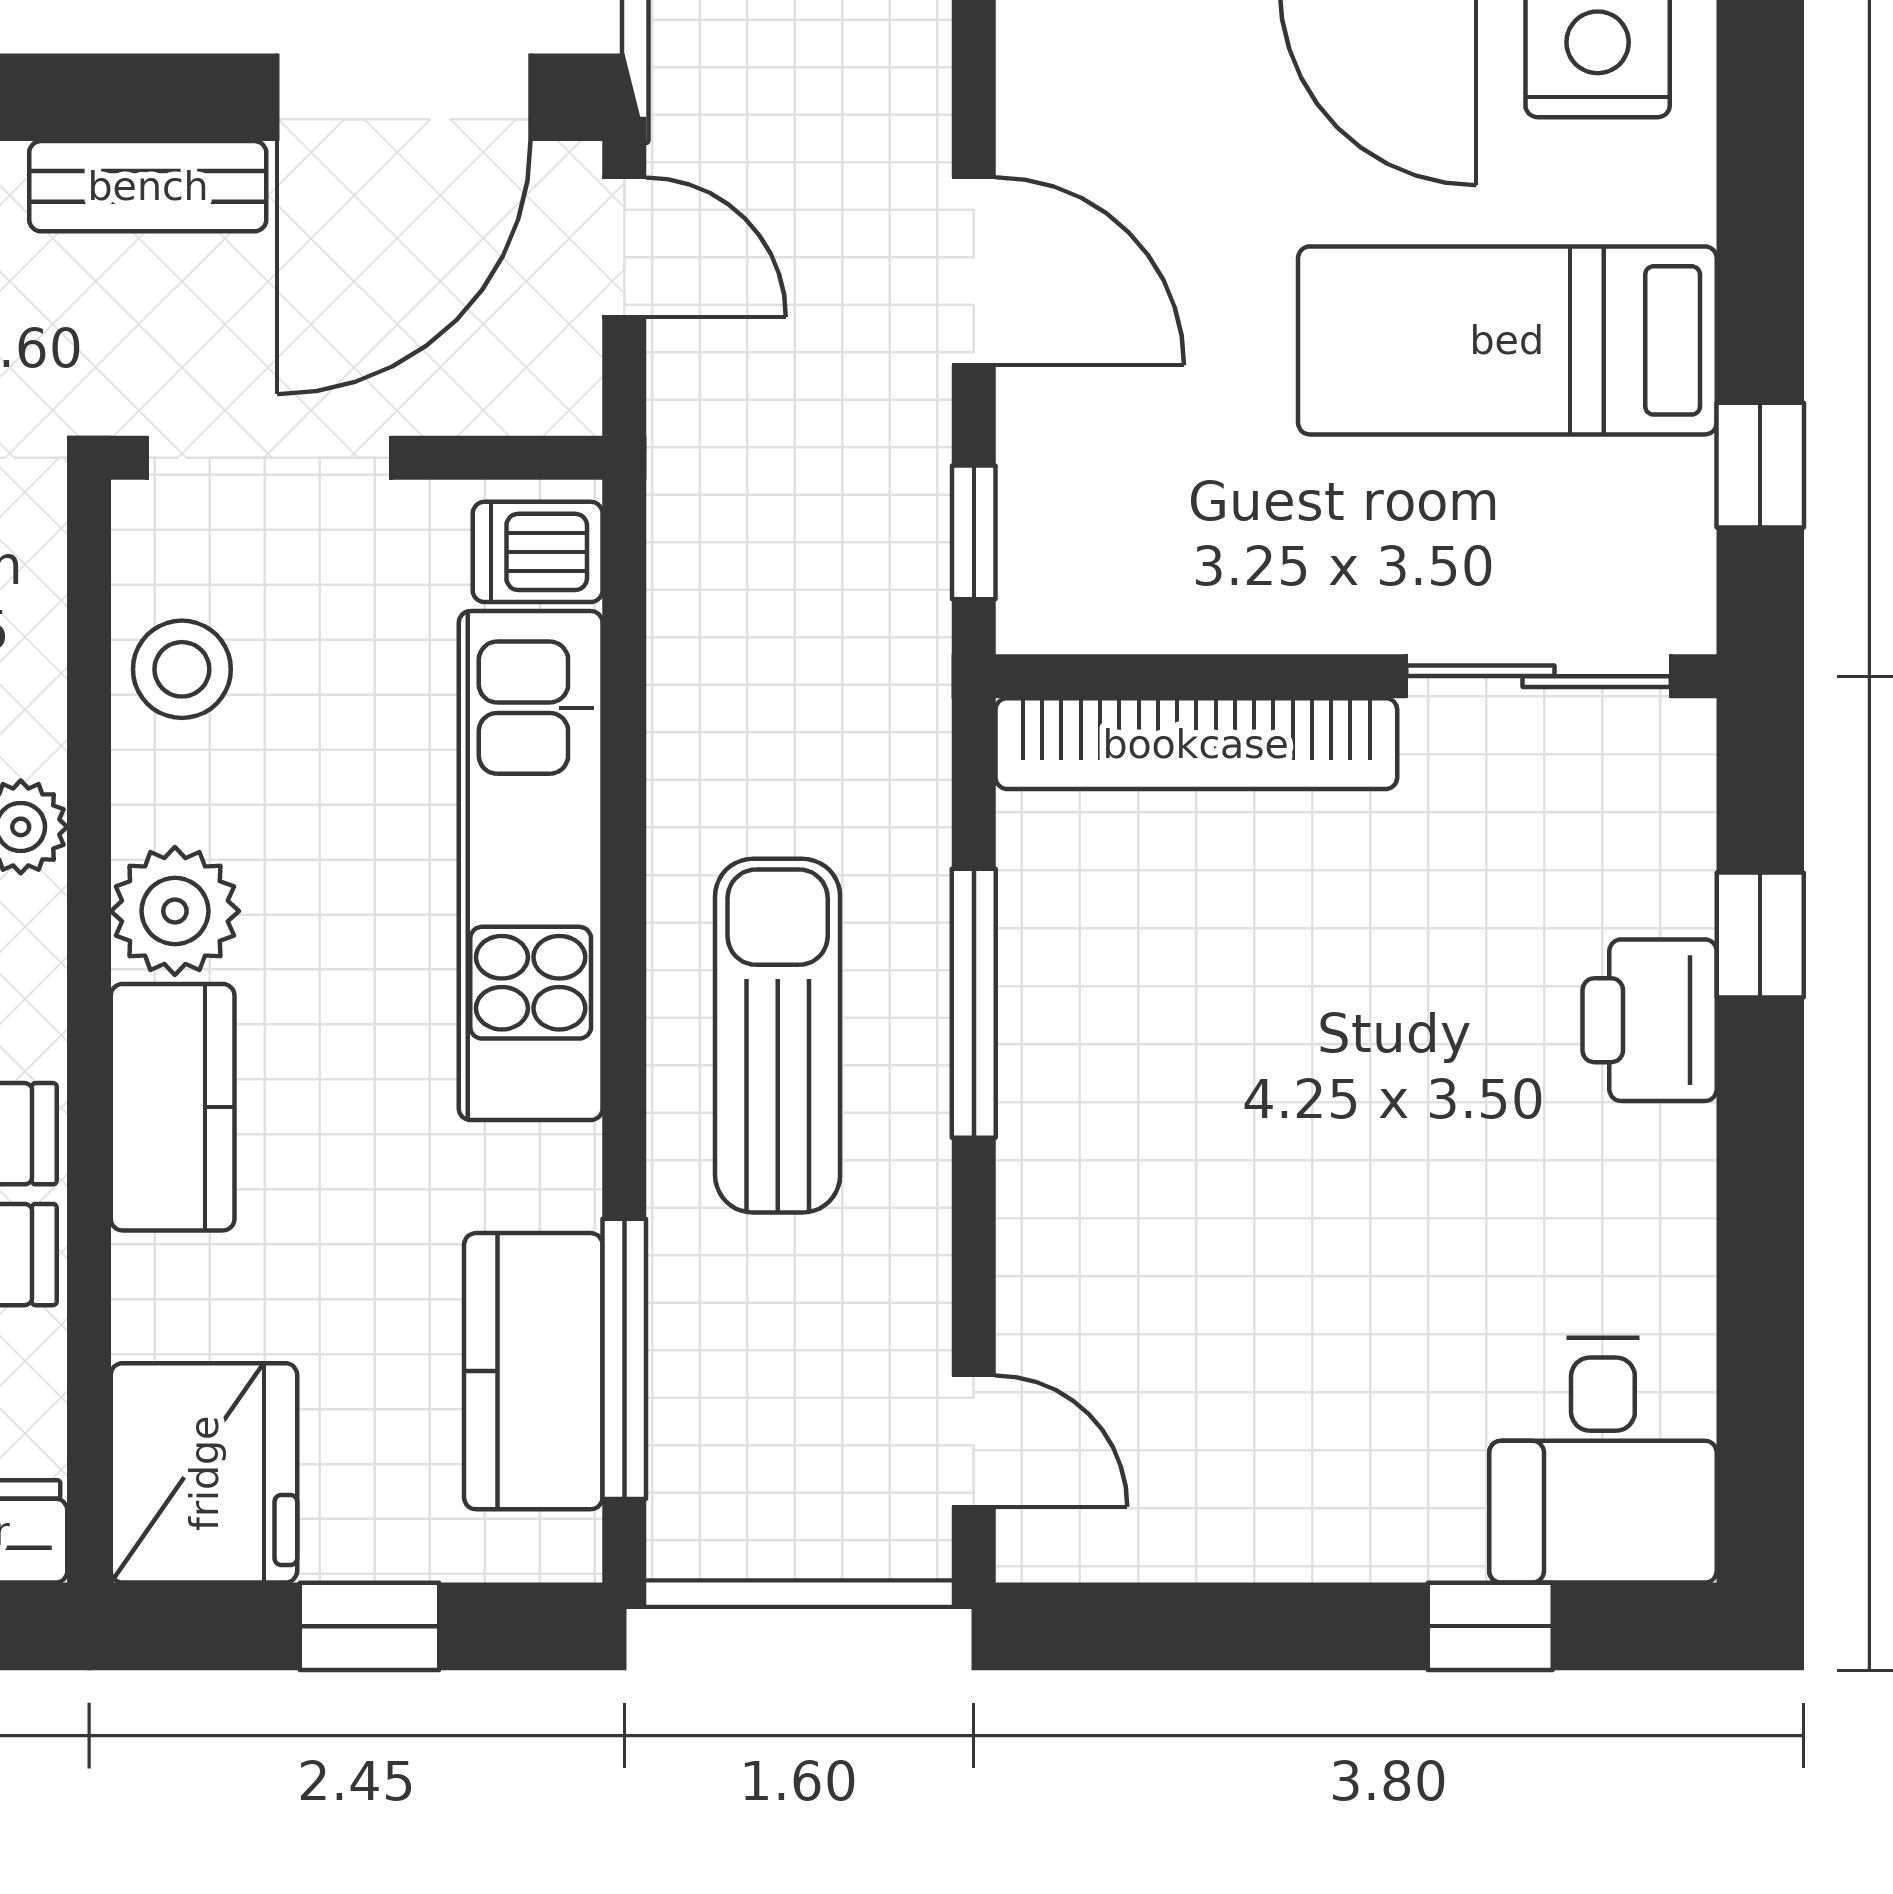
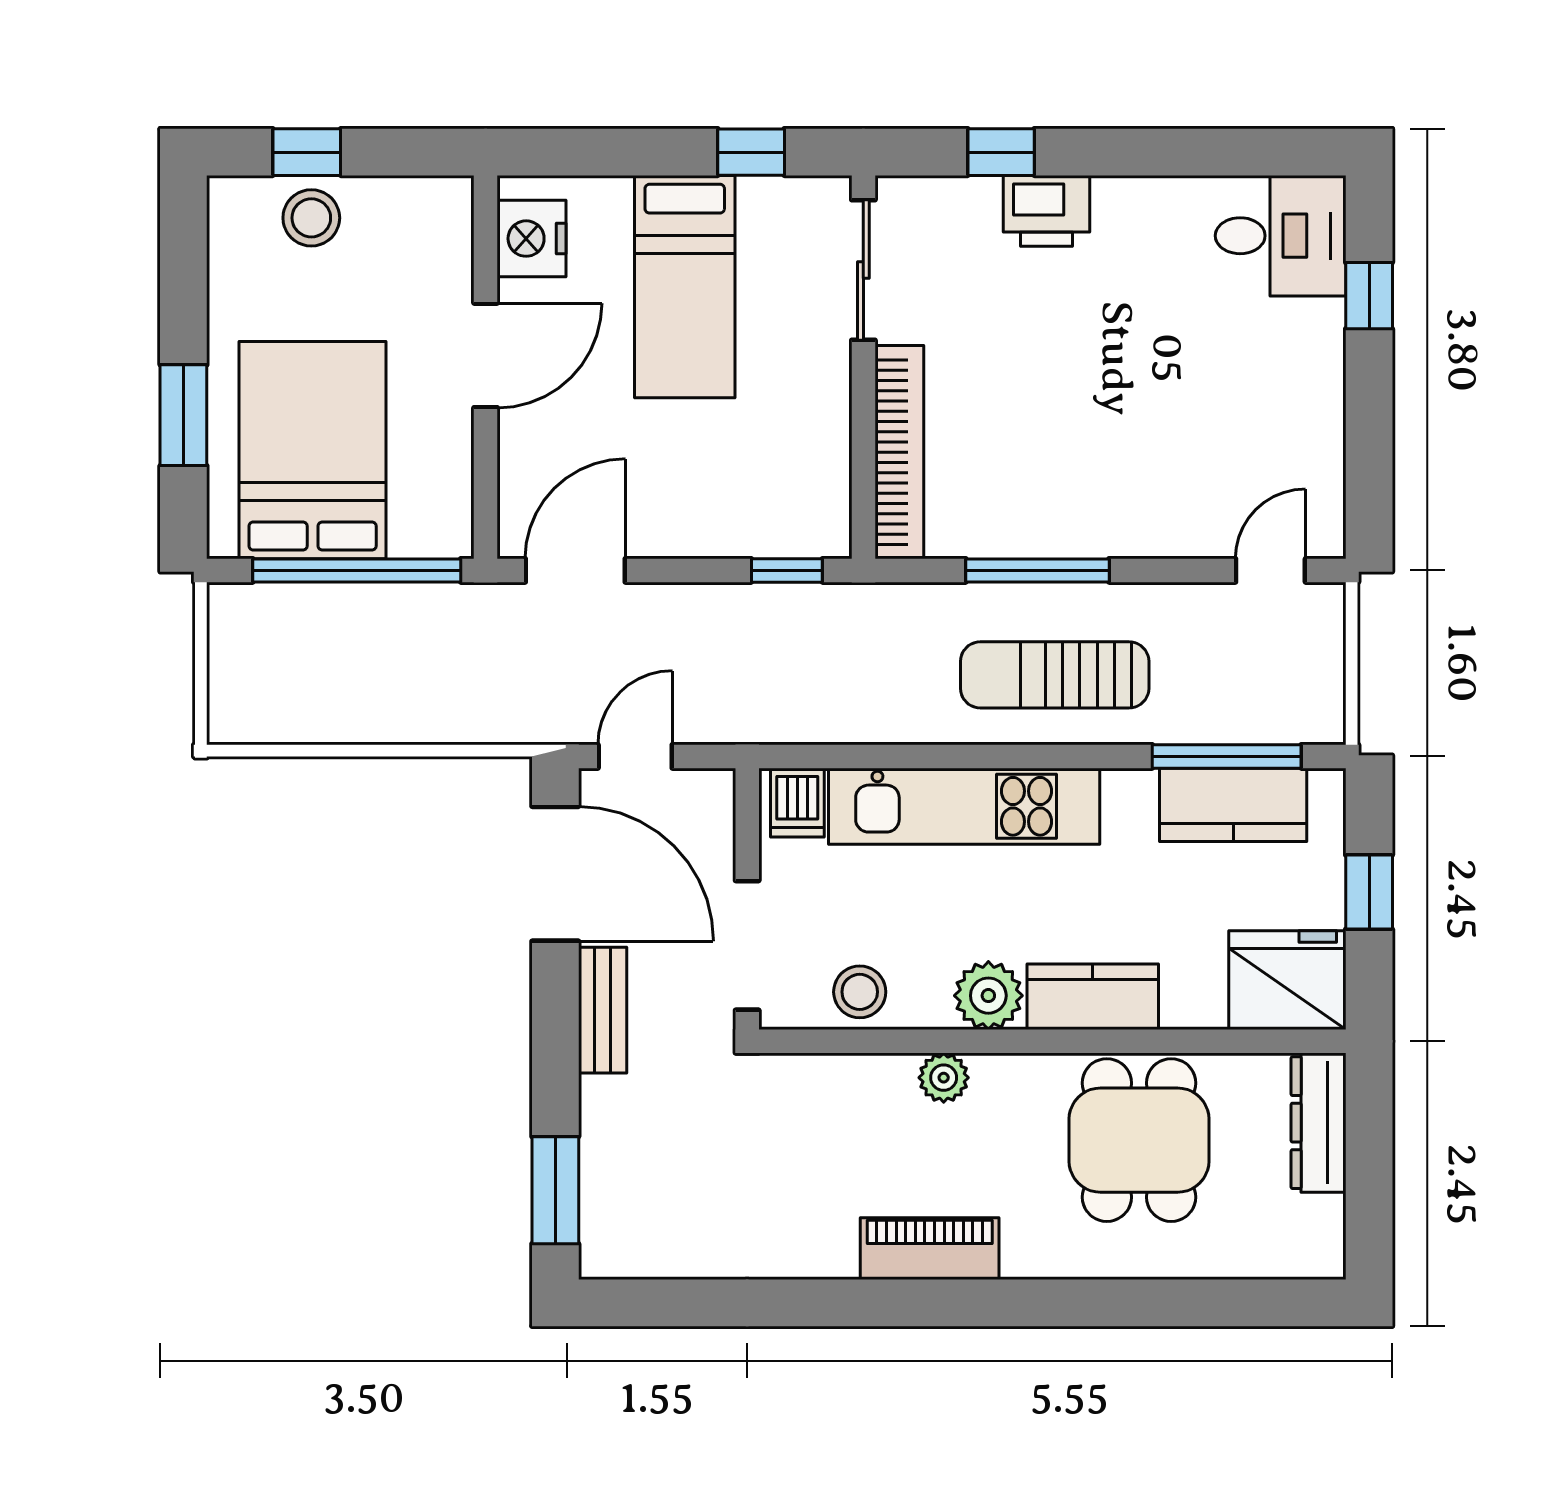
door: (974, 271) -> (575, 570), moved

